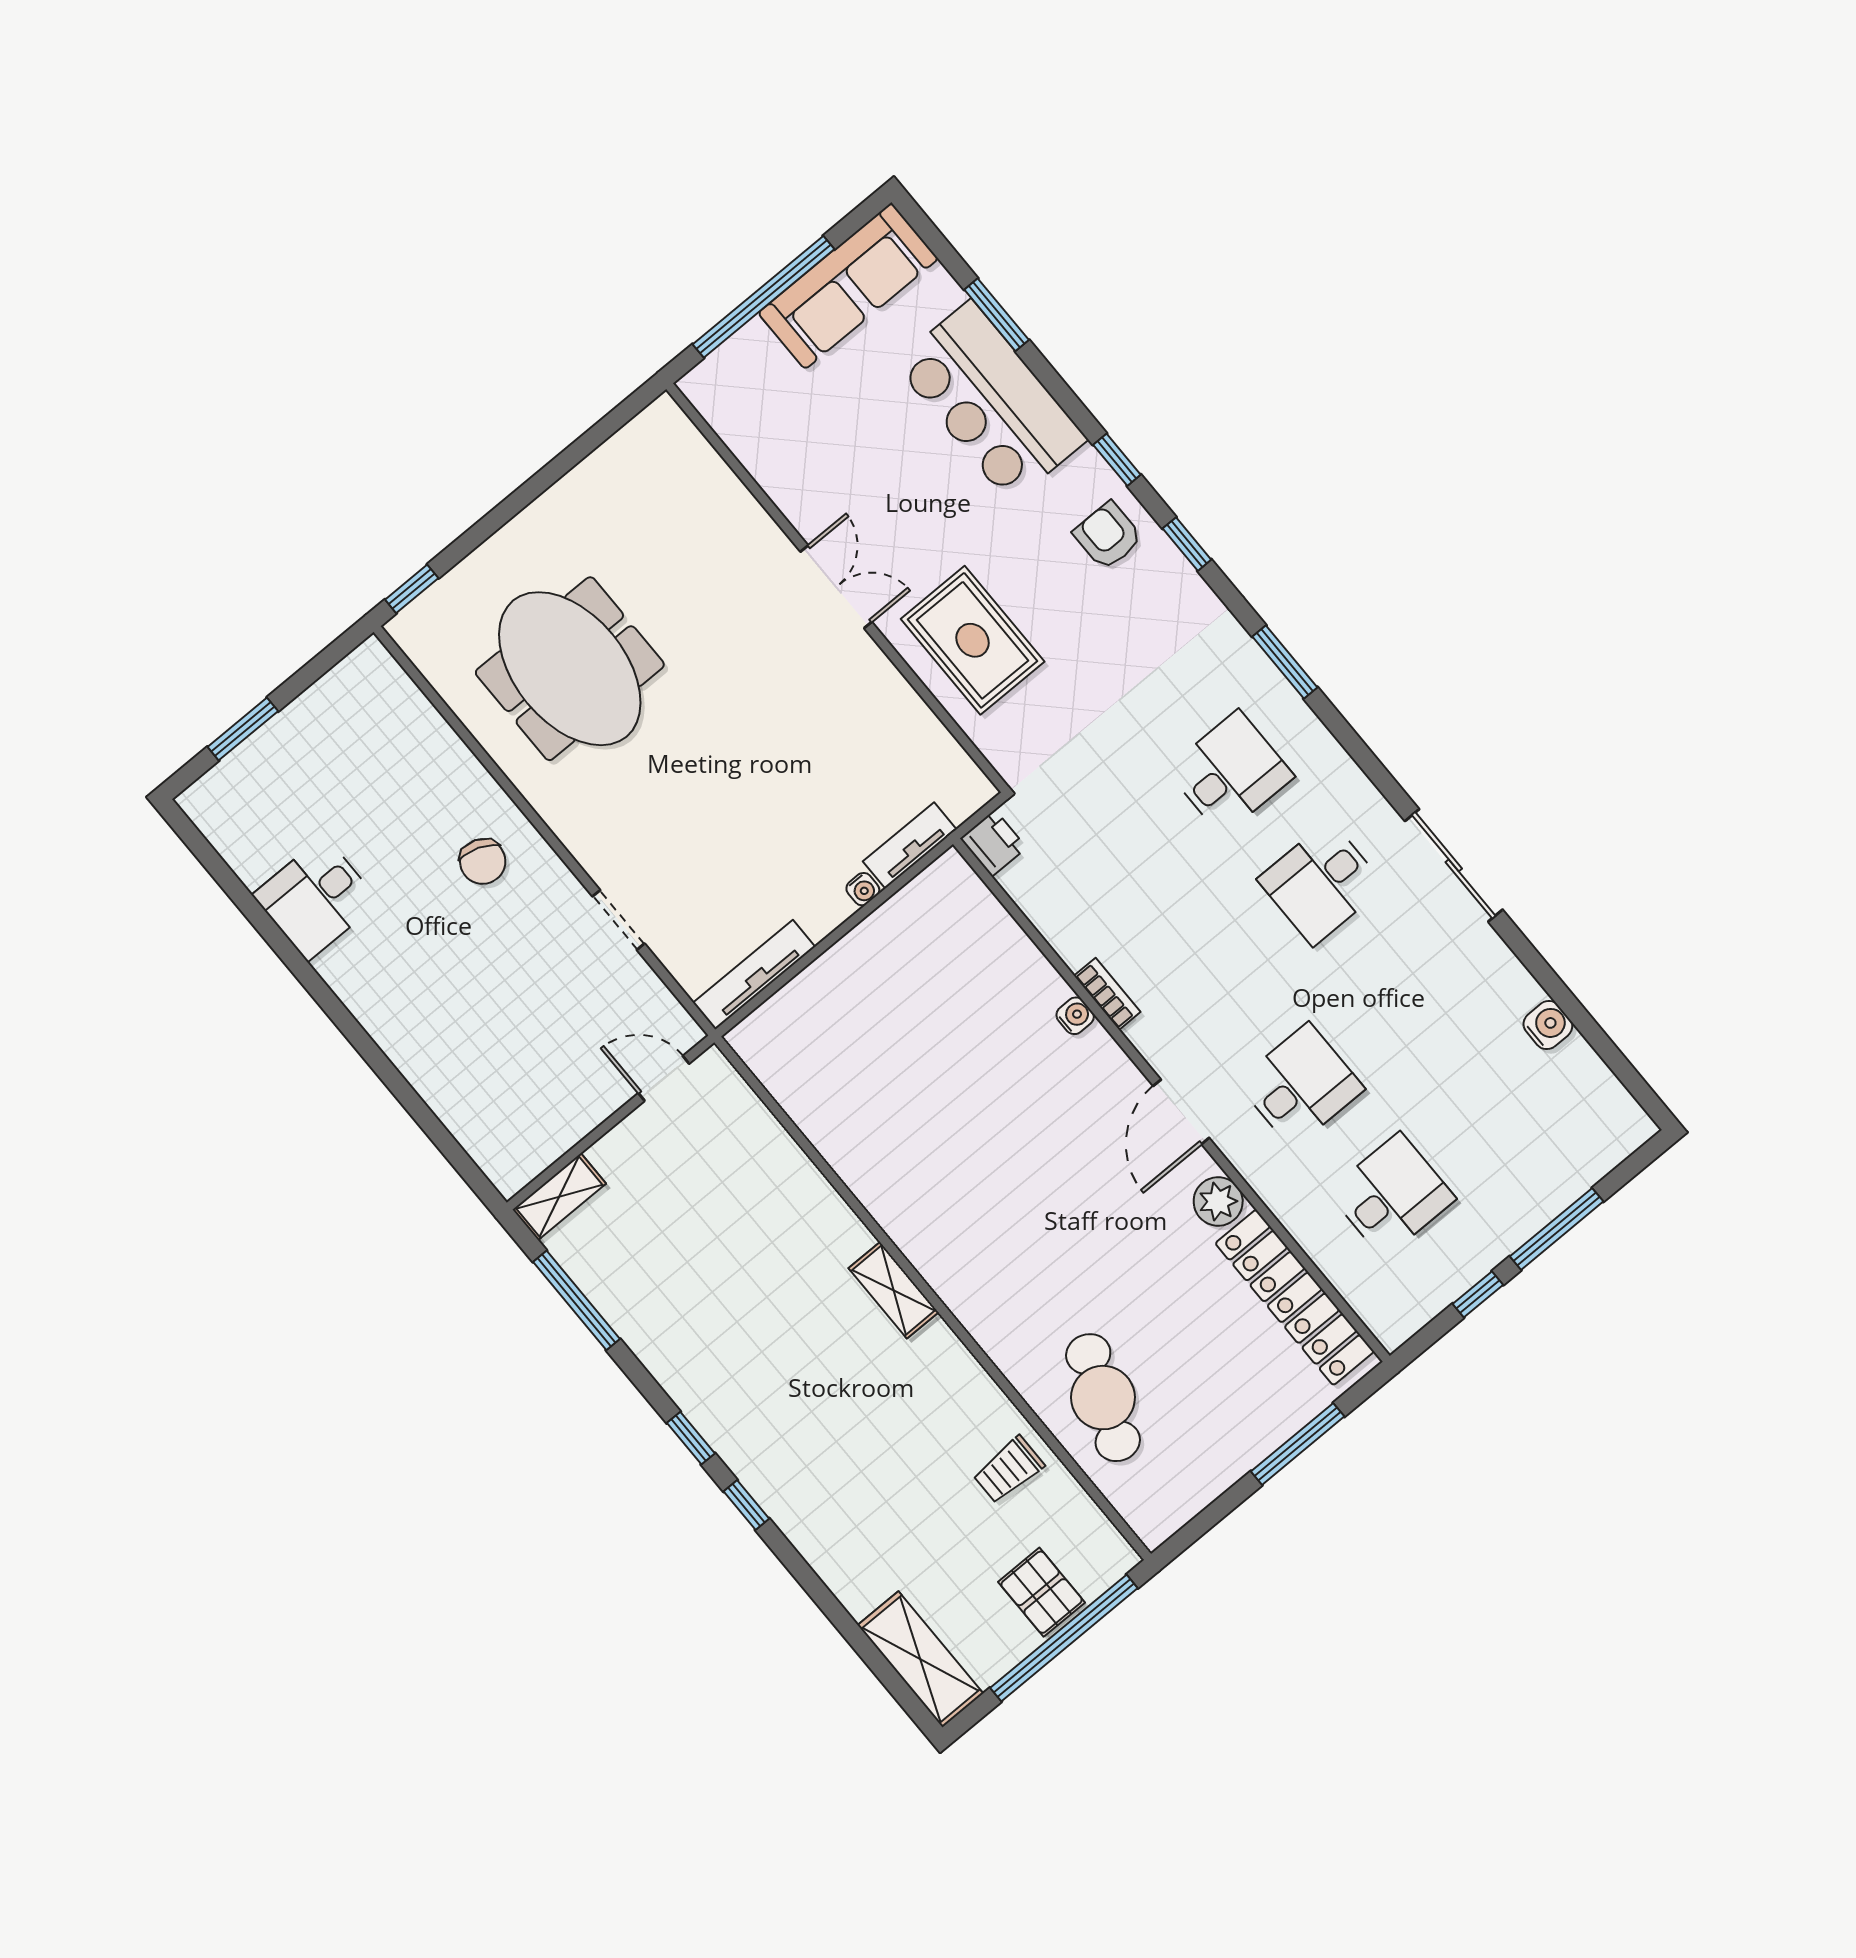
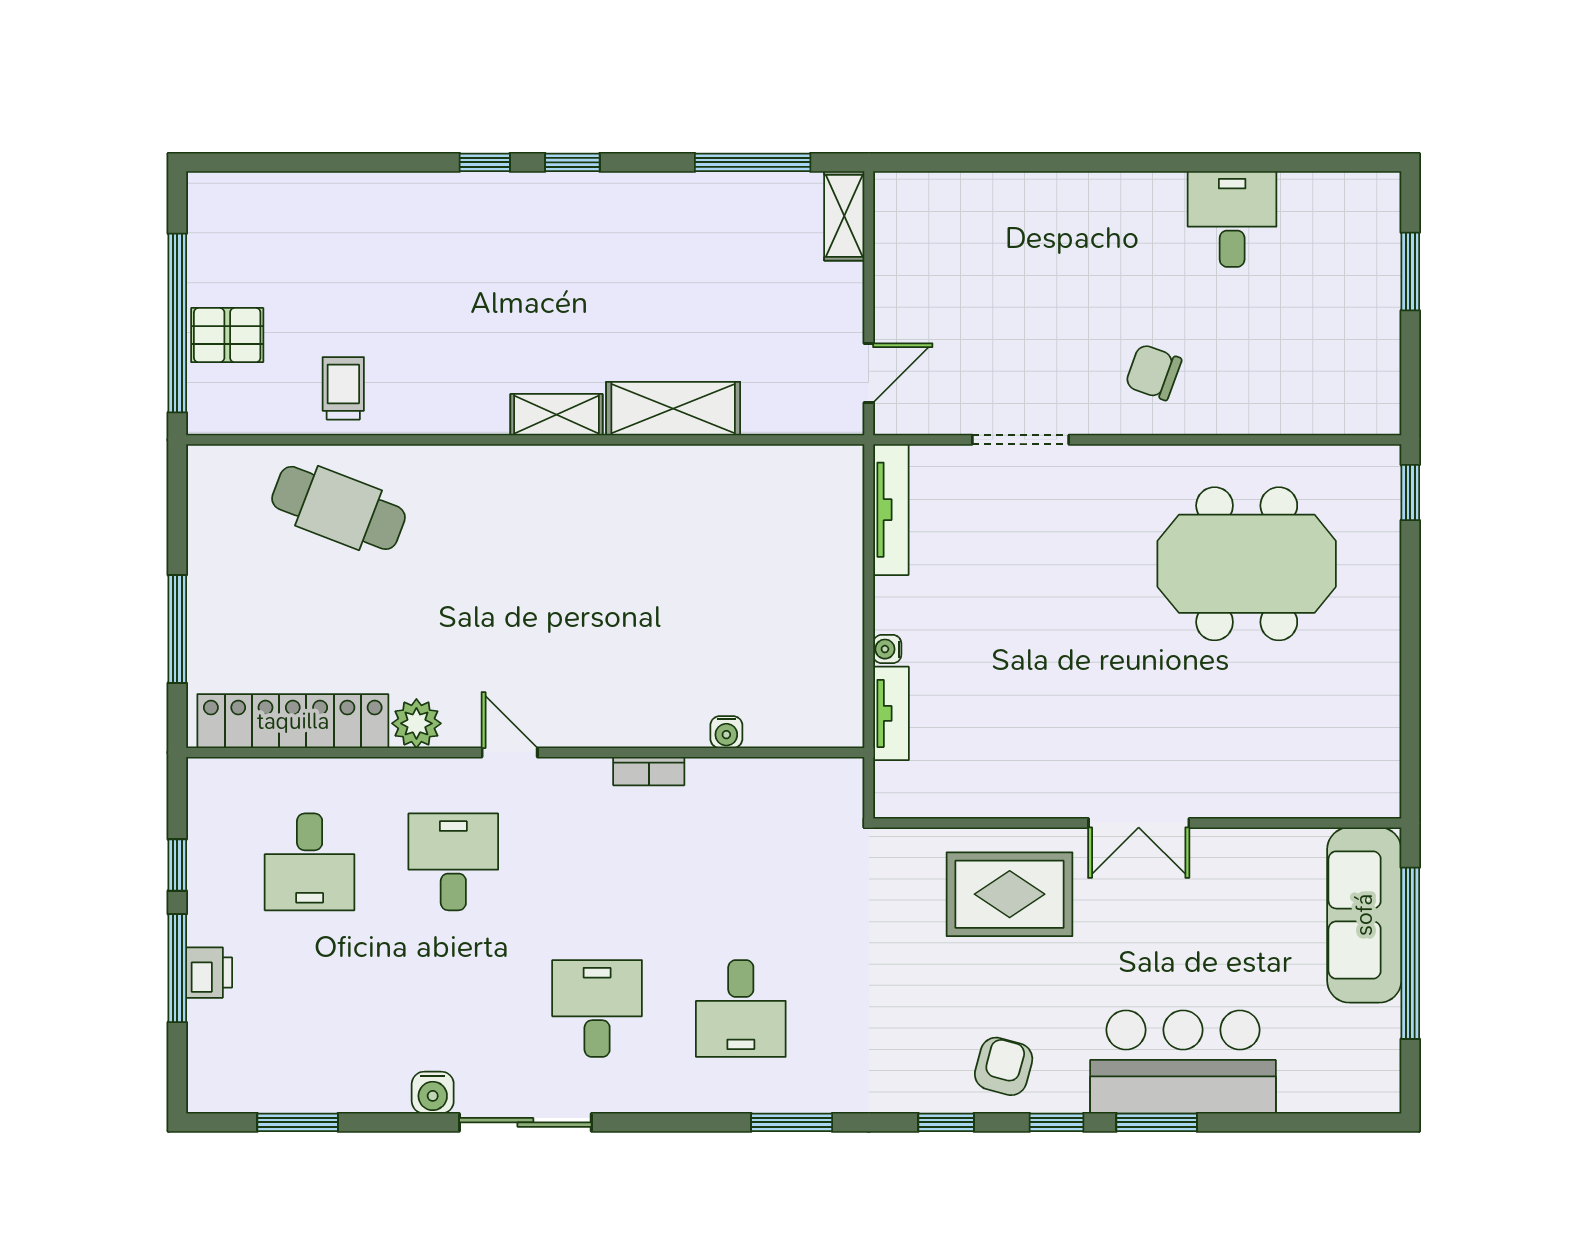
sofa: (848, 286) -> (1364, 915), moved
window: (997, 315) -> (1157, 1122), moved
armchair: (1108, 536) -> (1004, 1066), turned -75
printer: (993, 843) -> (209, 973), moved, turned -90
doorway: (619, 920) -> (1021, 440), width x1.38
water cooler: (1075, 1016) -> (726, 732), moved
water cooler: (1548, 1025) -> (433, 1093), moved
window: (1598, 1039) -> (298, 1122), added
desk: (1300, 1086) -> (453, 862), turned 180
door: (1181, 1112) -> (510, 752), width x0.73
shelving: (920, 1659) -> (673, 409), moved

